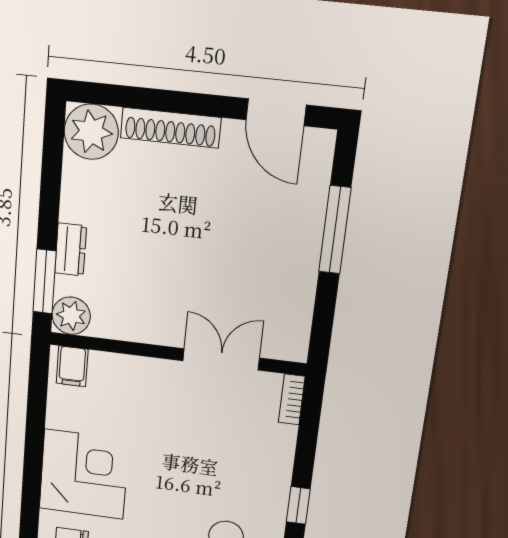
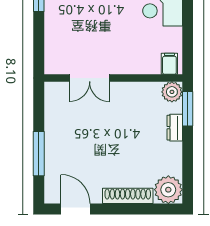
bookcase: (292, 399) -> (50, 61), removed

